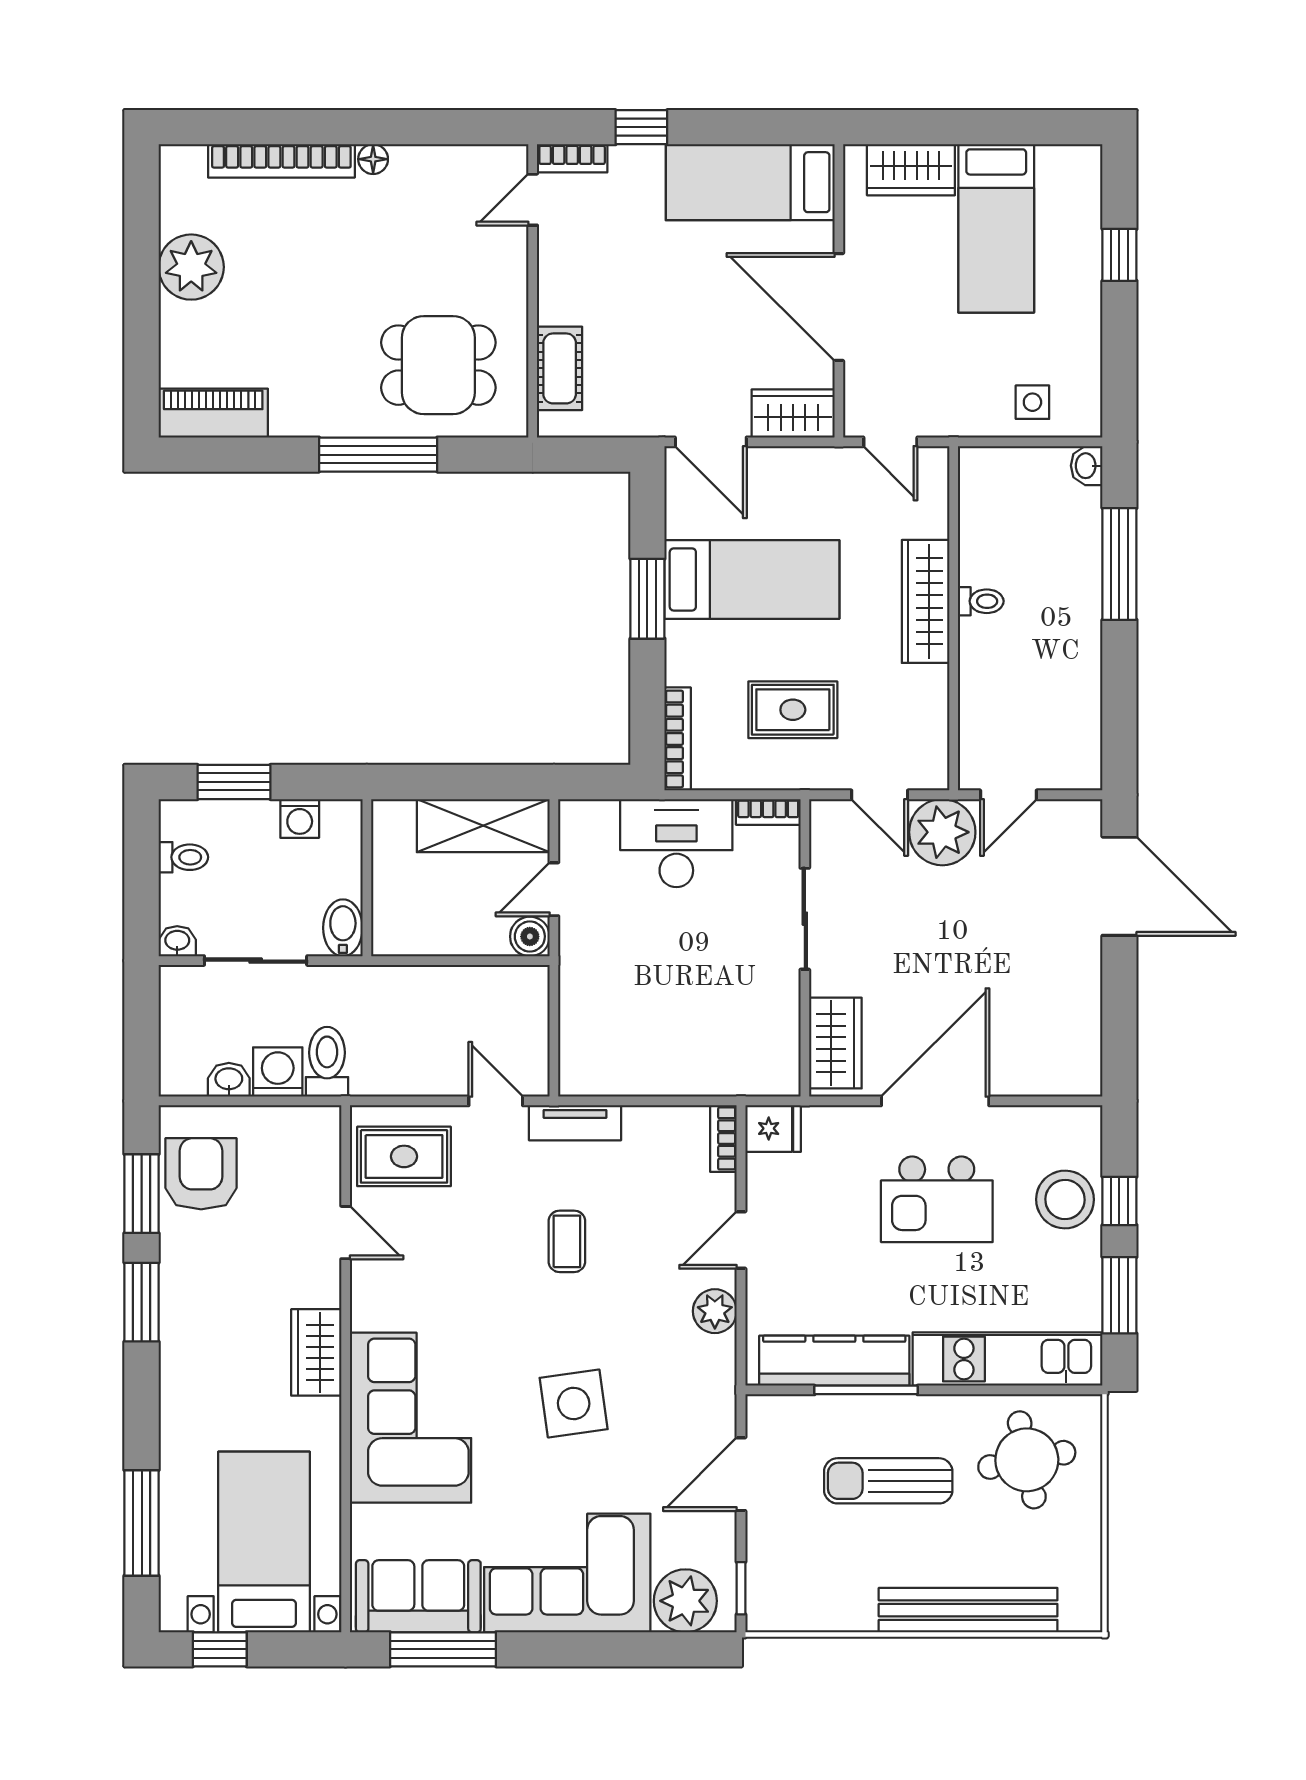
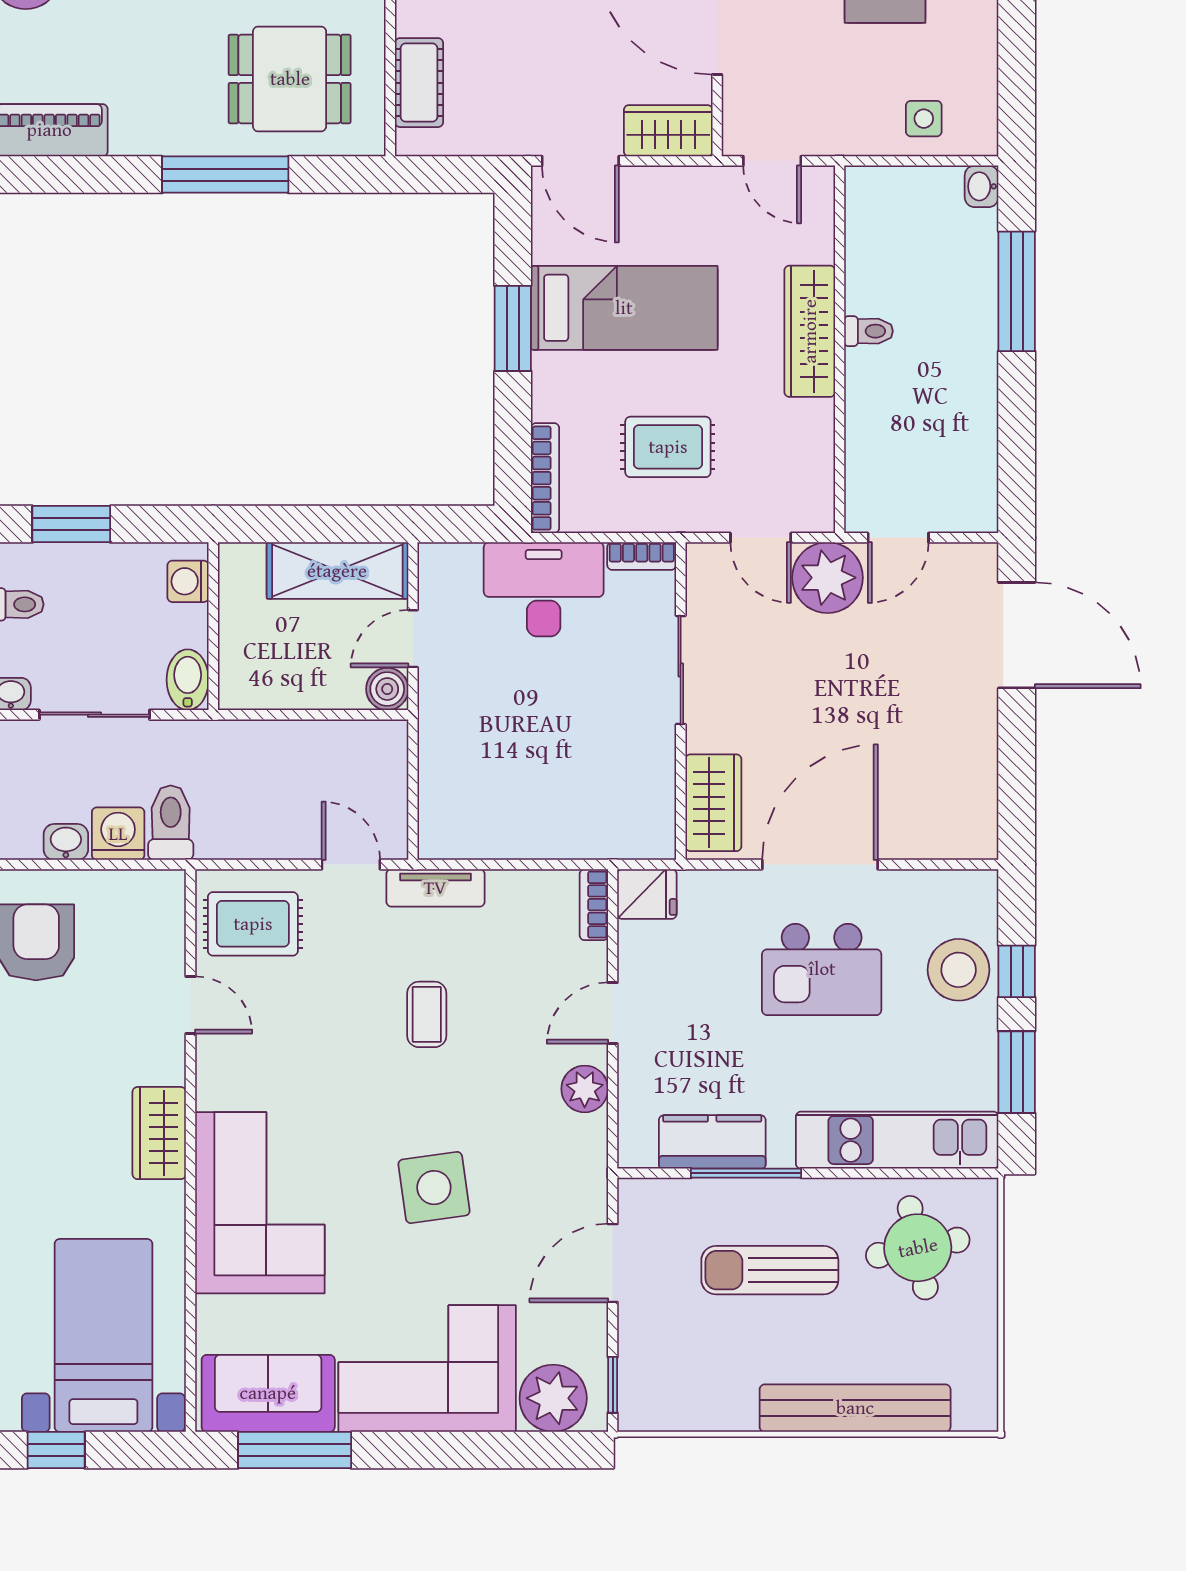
washing machine: (300, 818) -> (188, 581), moved, turned 90
kitchen counter: (834, 1361) -> (712, 1142), width x0.67

